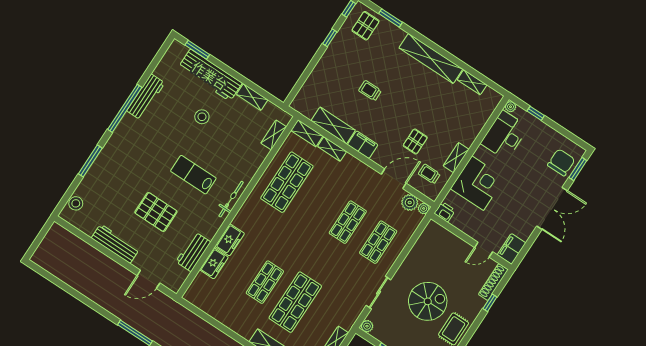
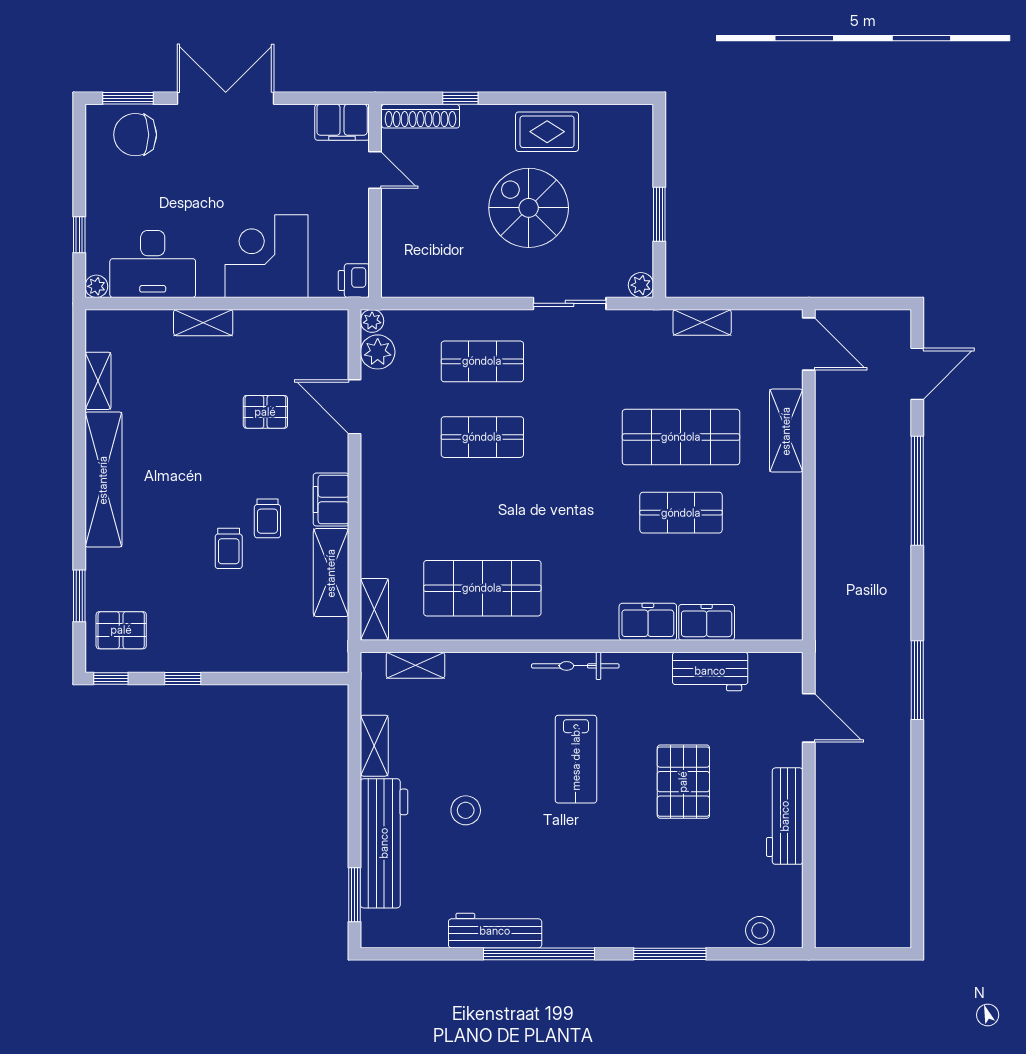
shelving: (332, 149) -> (373, 548), removed
shelving: (456, 158) -> (203, 323), moved
trolley: (429, 174) -> (267, 518), moved

